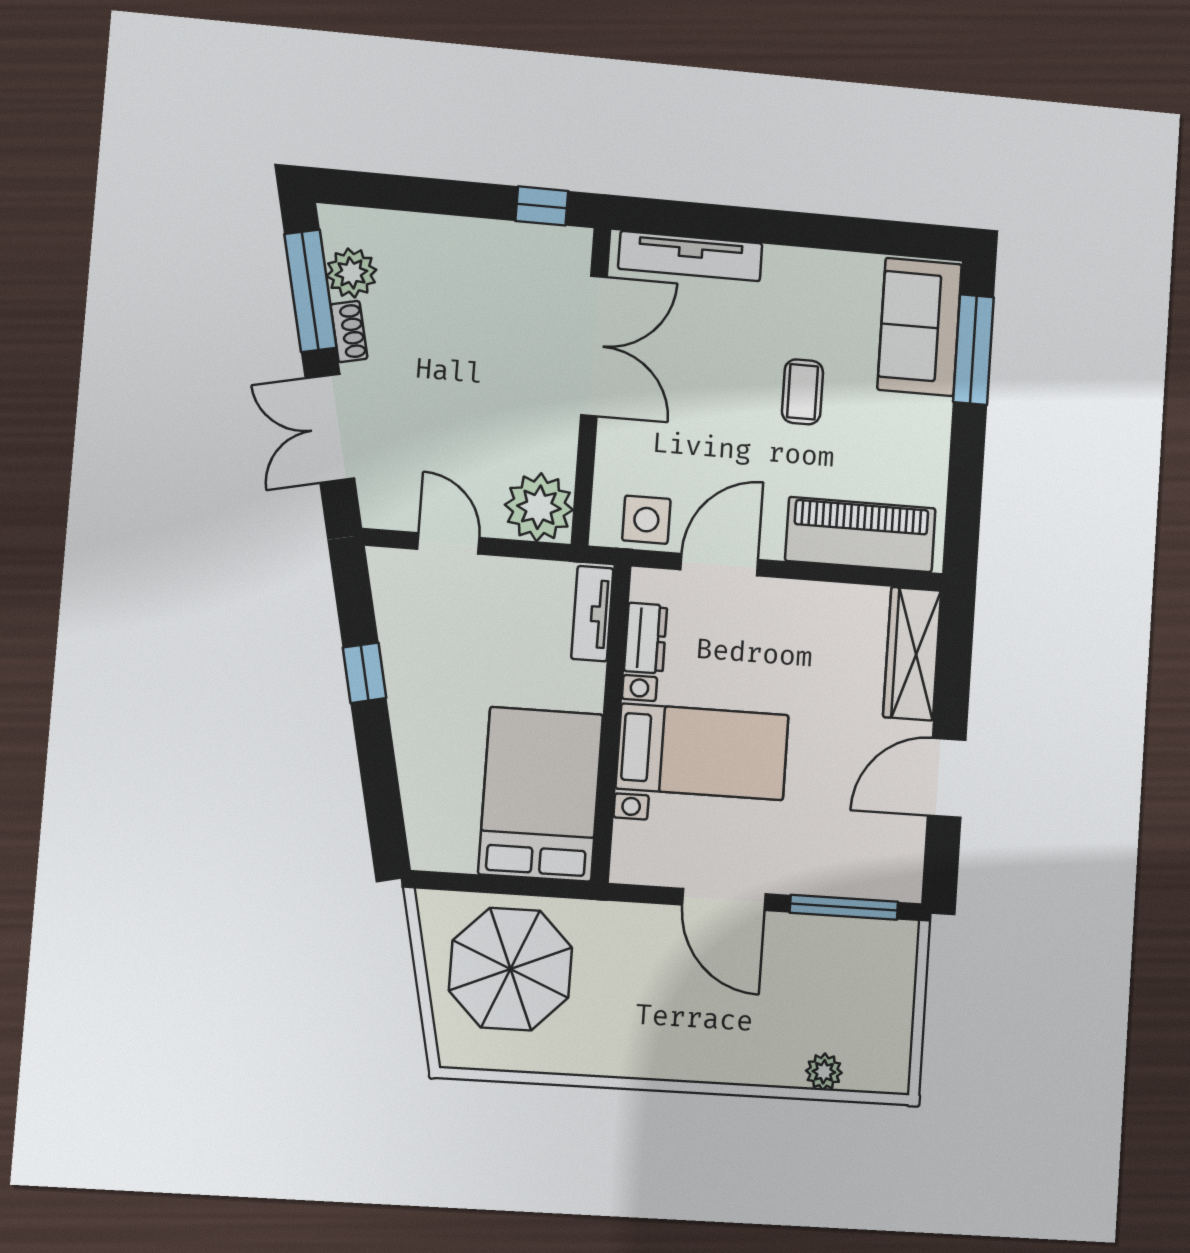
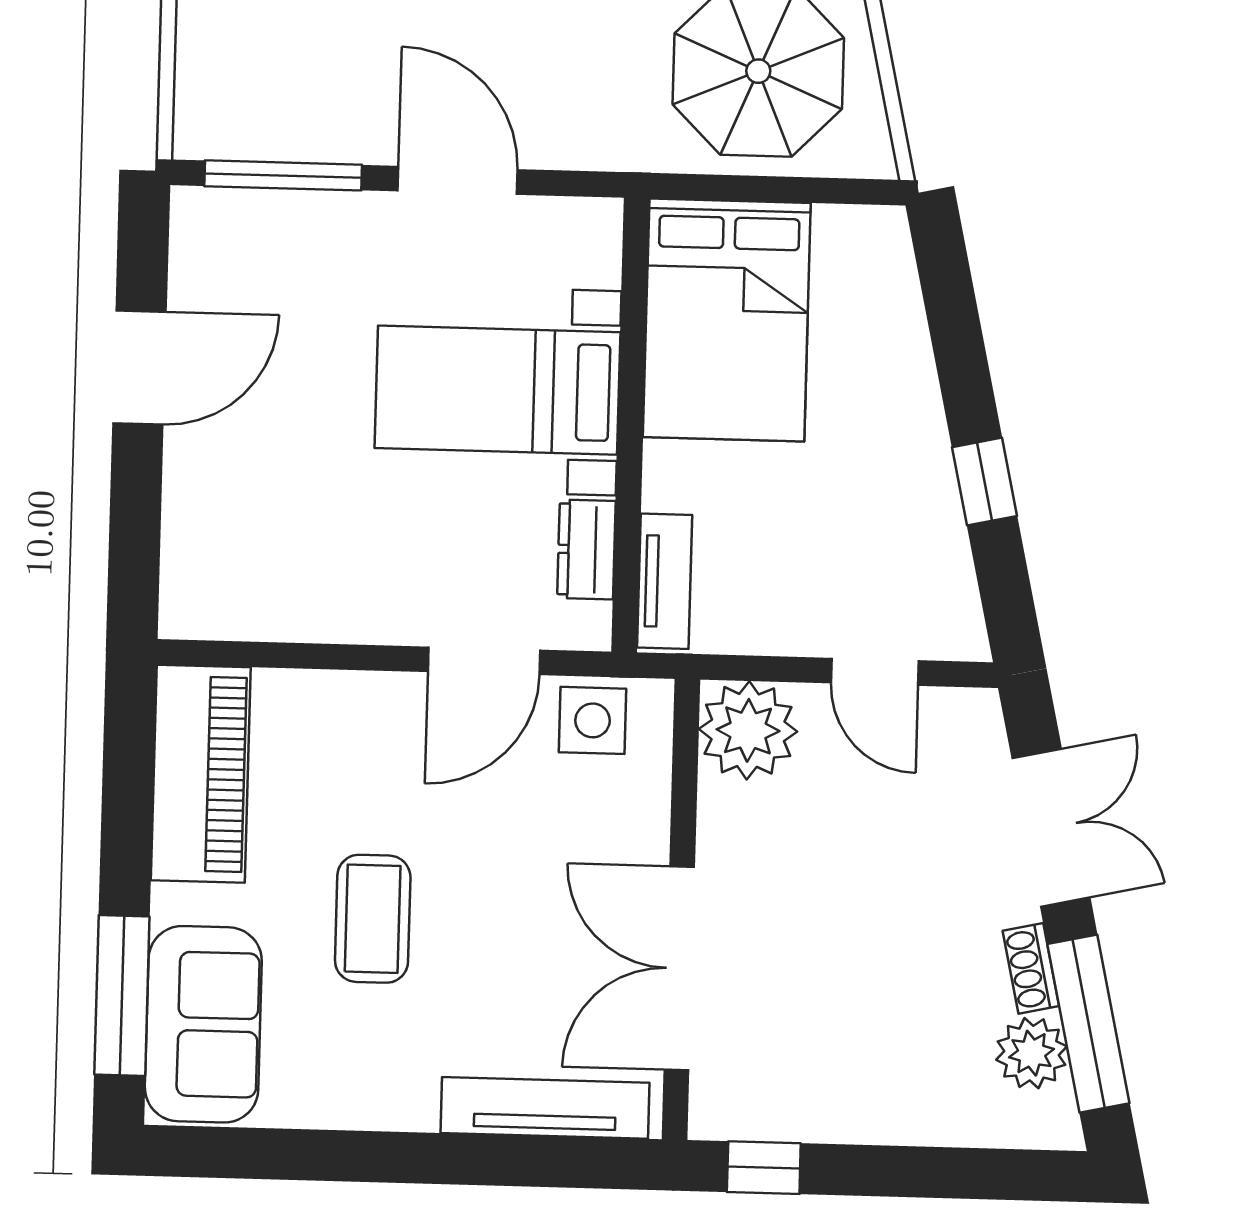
coffee table: (802, 392) -> (373, 919), width x1.36, depth x1.30
piano: (860, 535) -> (201, 774), moved, turned -90
wardrobe: (912, 654) -> (197, 545), removed

